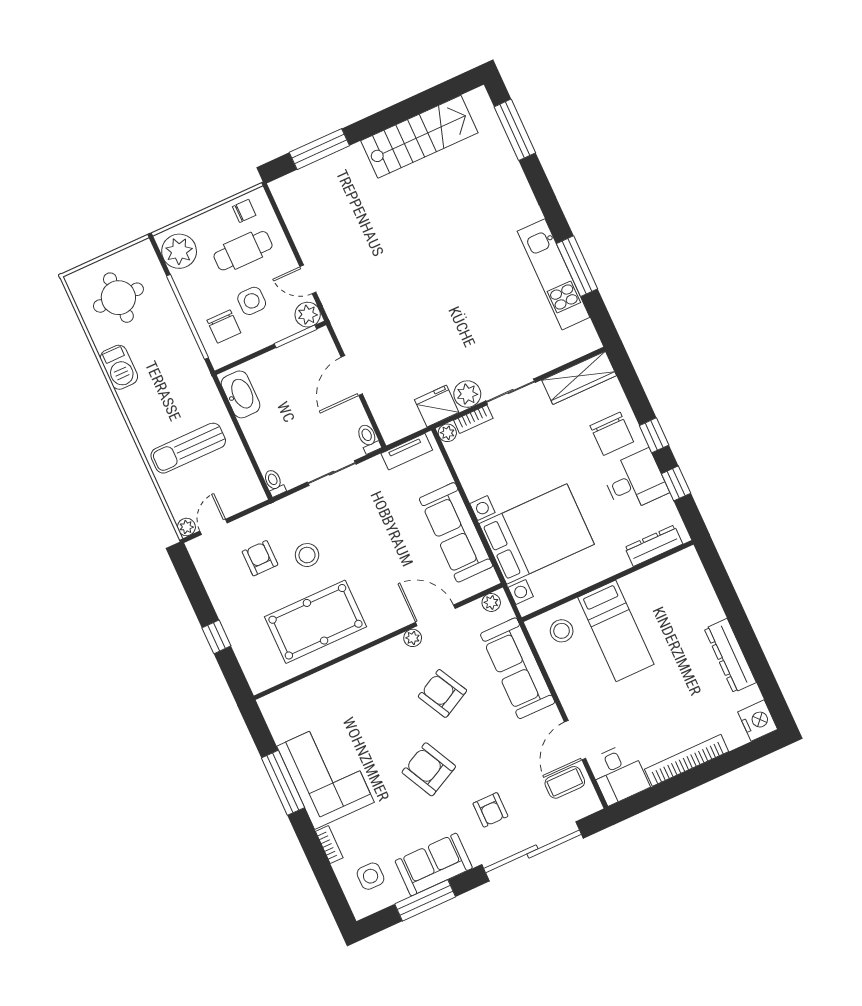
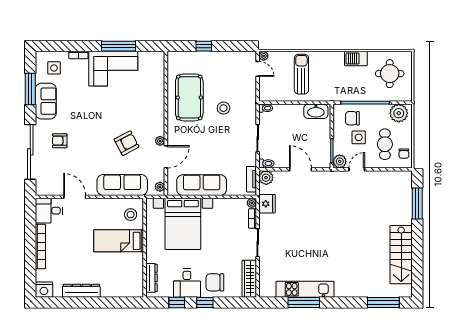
plant: (467, 394) -> (266, 178), moved
armchair: (260, 558) -> (232, 85), removed
armchair: (429, 769) -> (93, 120), removed
coffee table: (565, 782) -> (57, 183), removed

